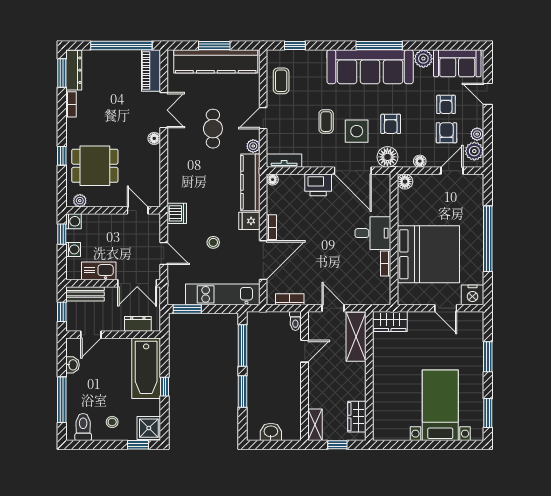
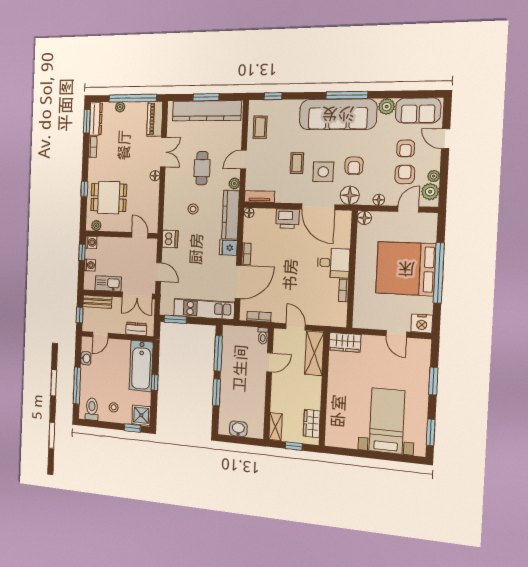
plant: (105, 56) -> (120, 107), added
stool: (213, 242) -> (193, 209), moved
bed: (428, 254) -> (406, 269), moved, turned 180

